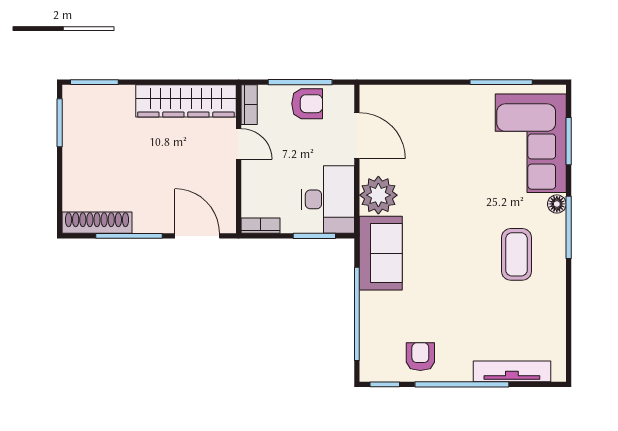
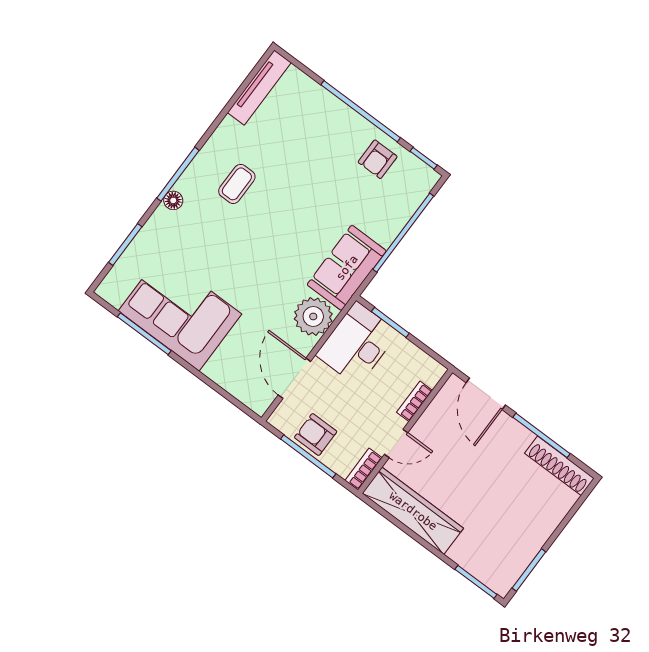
corner sofa: (531, 143) -> (180, 312), moved, turned -90
door: (239, 144) -> (396, 443), swing flipped
bookcase: (260, 226) -> (415, 401), moved, turned 90
coffee table: (516, 254) -> (237, 184), width x0.73, depth x0.77
tv unit: (512, 371) -> (259, 88), moved, turned -90

